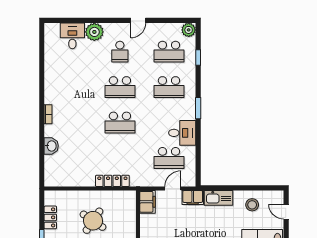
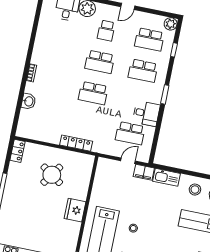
filing cabinet: (147, 202) -> (103, 168), removed
locker: (50, 217) -> (17, 151), moved

